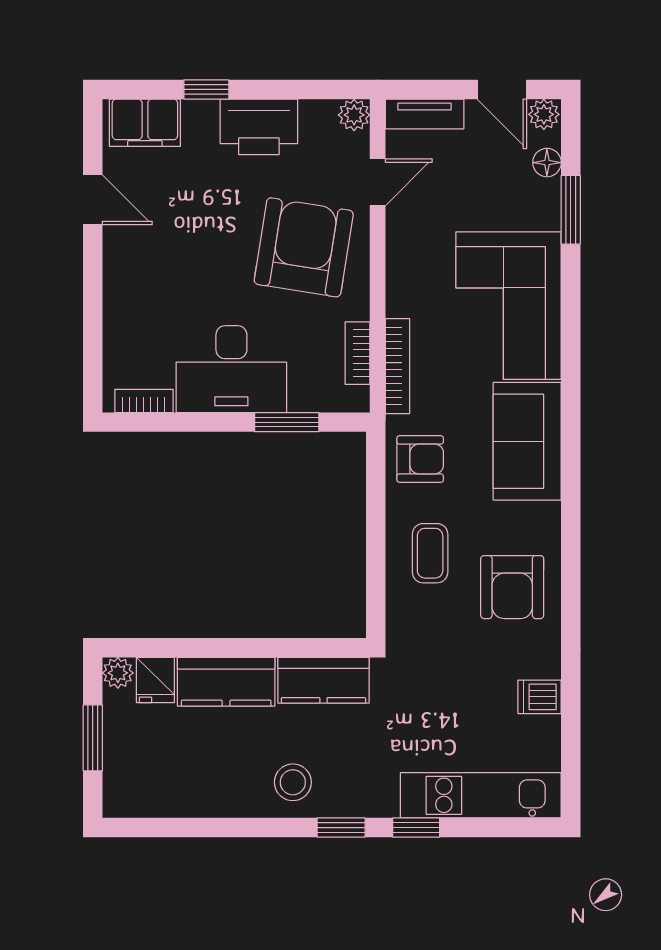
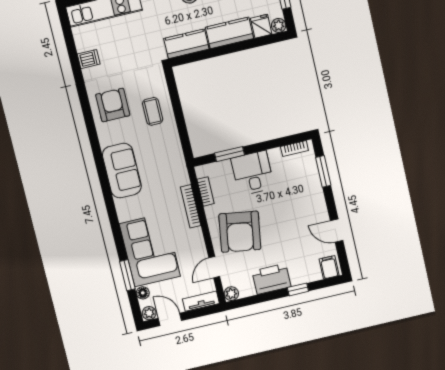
filing cabinet: (145, 123) -> (329, 267), width x0.50
corner sofa: (509, 306) -> (150, 250), moved
window: (93, 336) -> (323, 171), added
bookcase: (397, 366) -> (191, 206), moved
desk: (231, 369) -> (253, 173), width x0.73
armchair: (420, 459) -> (167, 152), removed

